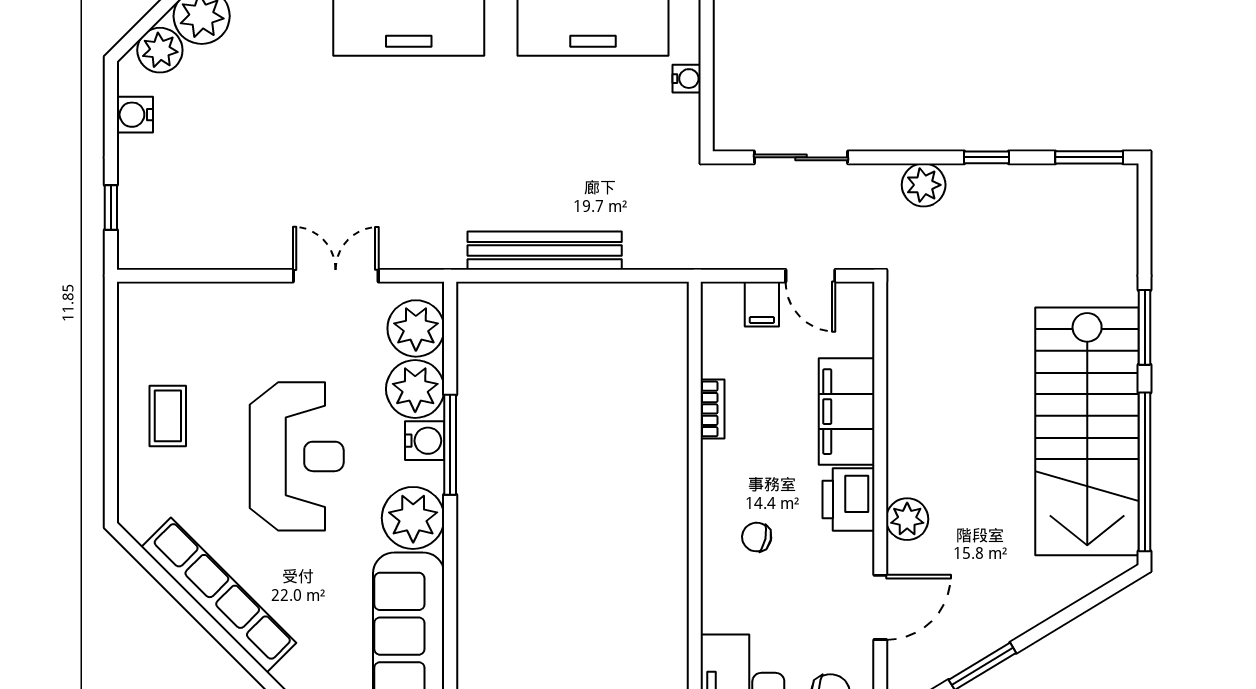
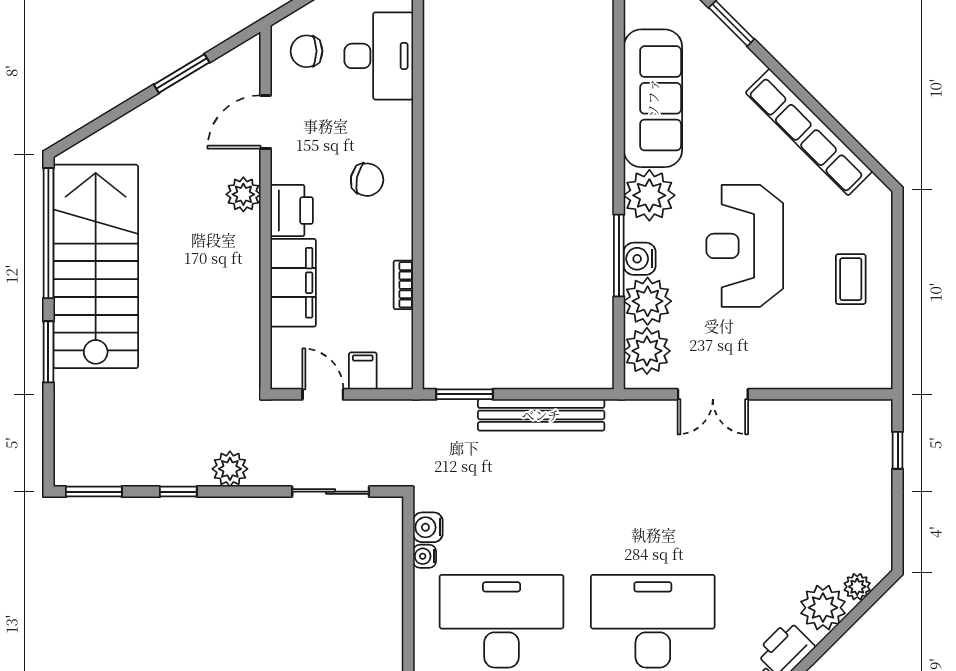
plant: (160, 50) -> (857, 587), width x0.73, depth x0.73
water cooler: (135, 115) -> (428, 527), moved, turned 180
window: (638, 276) -> (465, 394), added
chair: (757, 537) -> (367, 180), width x1.37, depth x1.37

